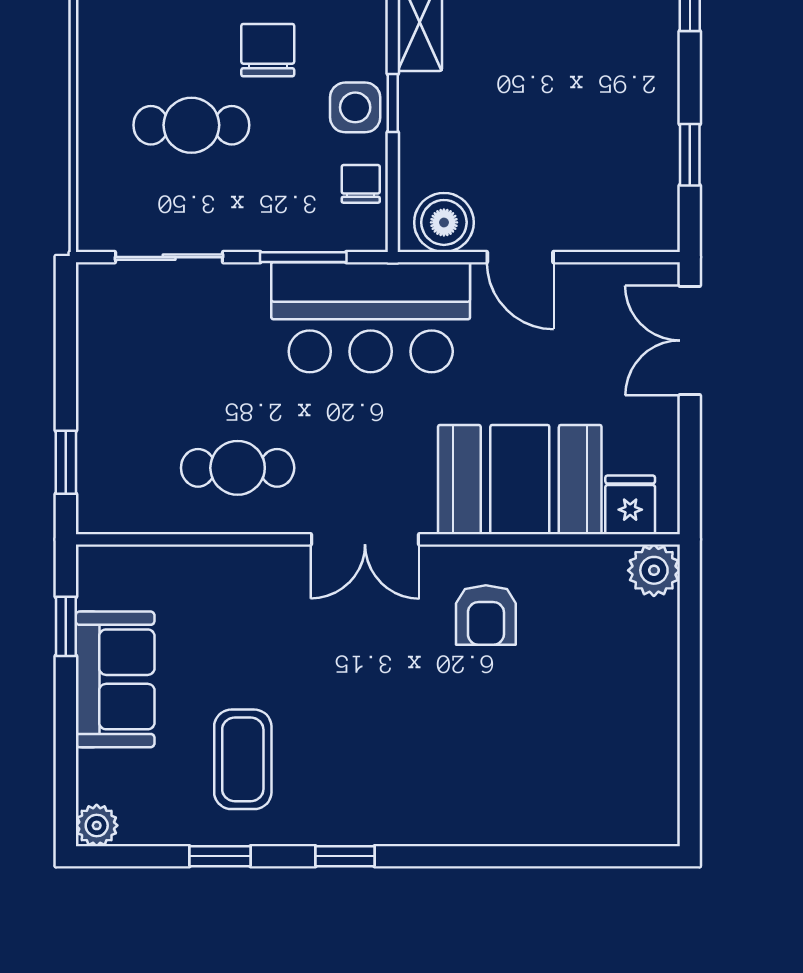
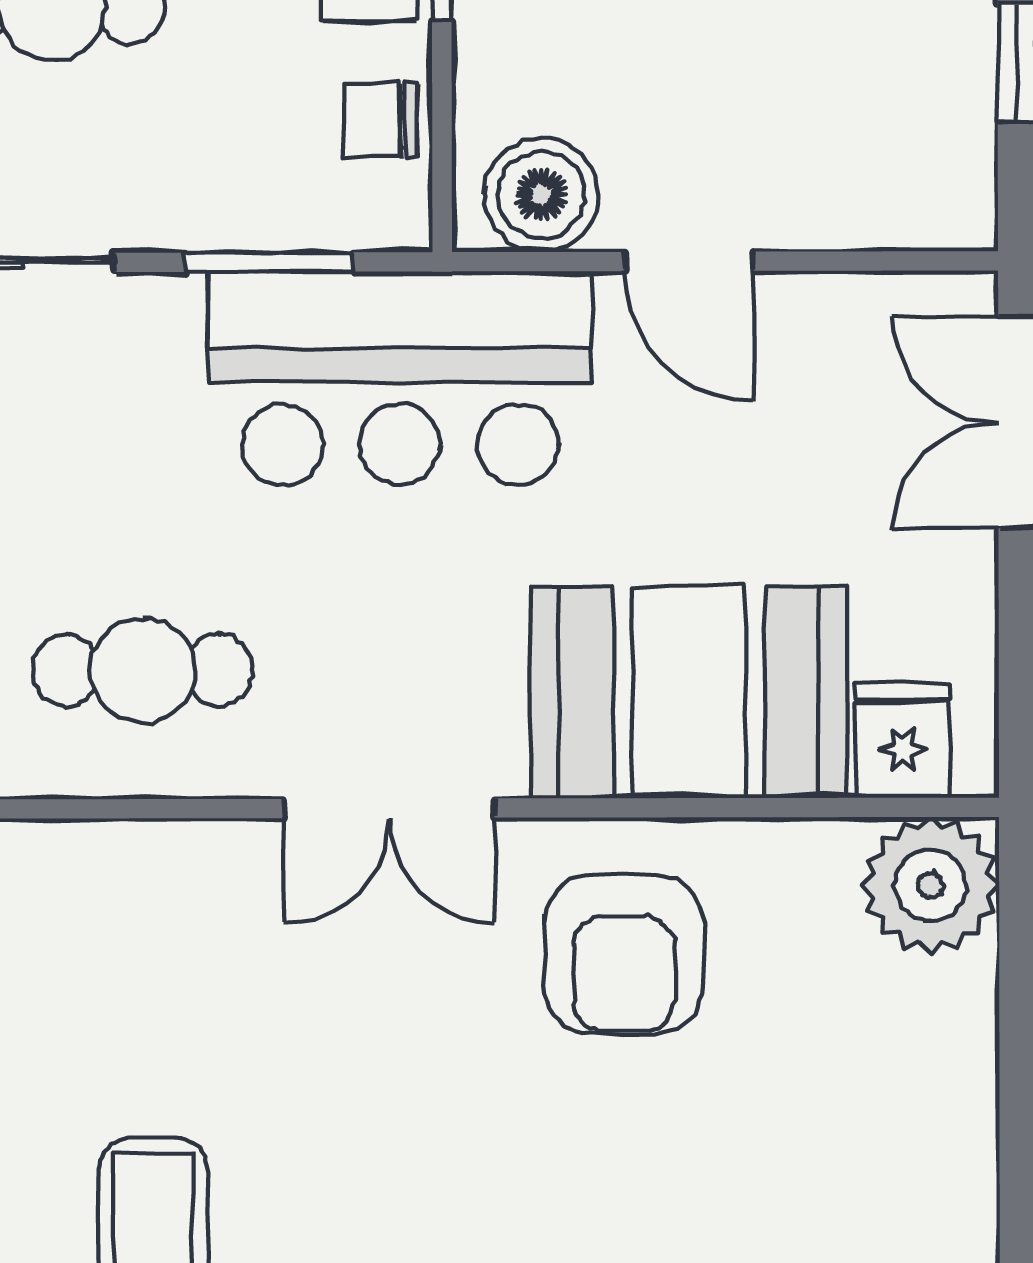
chair: (361, 184) -> (380, 120), turned -90
plant: (654, 570) -> (931, 885), width x1.36, depth x1.36
armchair: (486, 615) -> (624, 954), width x1.38, depth x1.38

